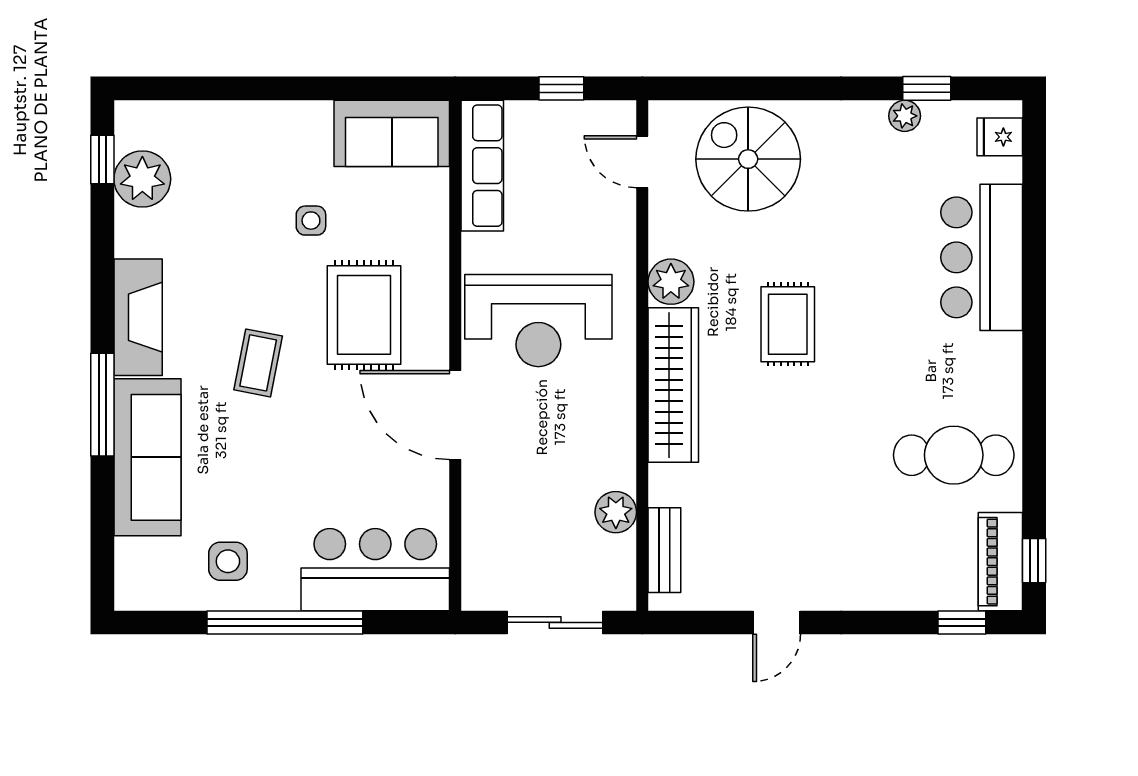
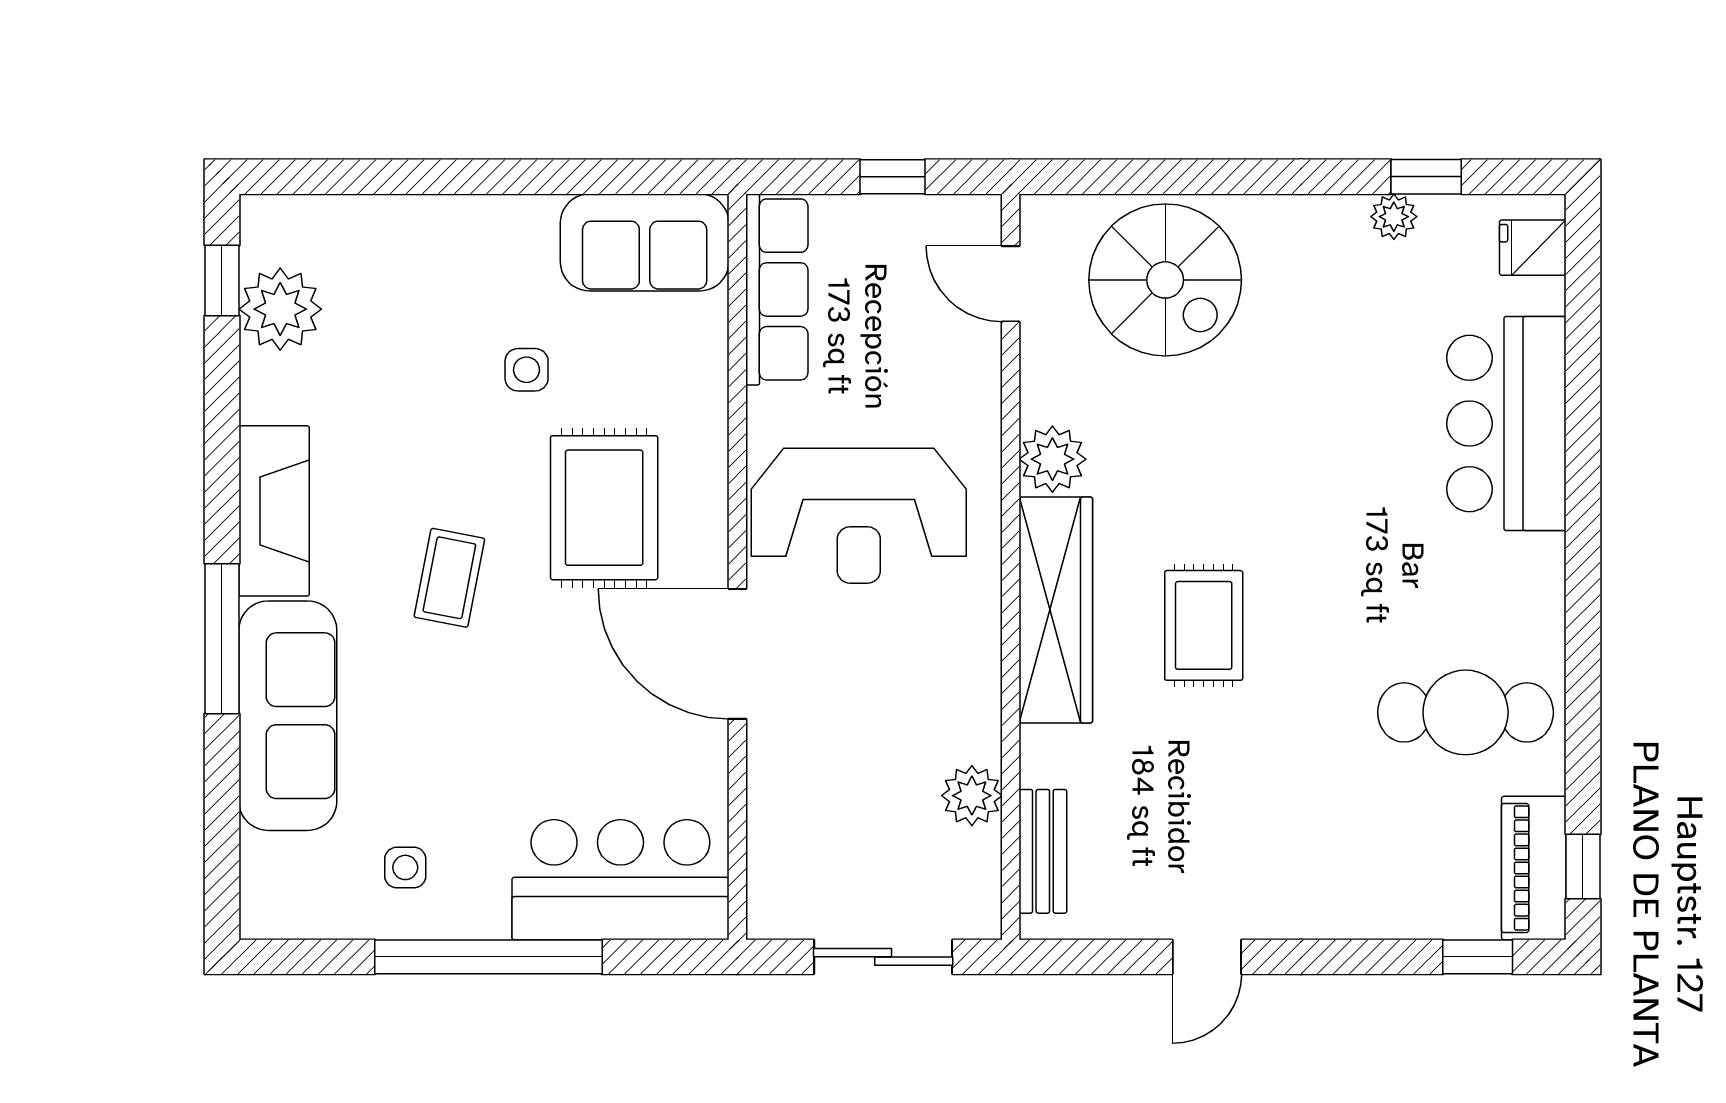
spiral stairs: (748, 159) -> (1165, 280), turned 180
rug: (788, 324) -> (1204, 625), moved
side table: (228, 561) -> (405, 867), width x0.73, depth x0.73

